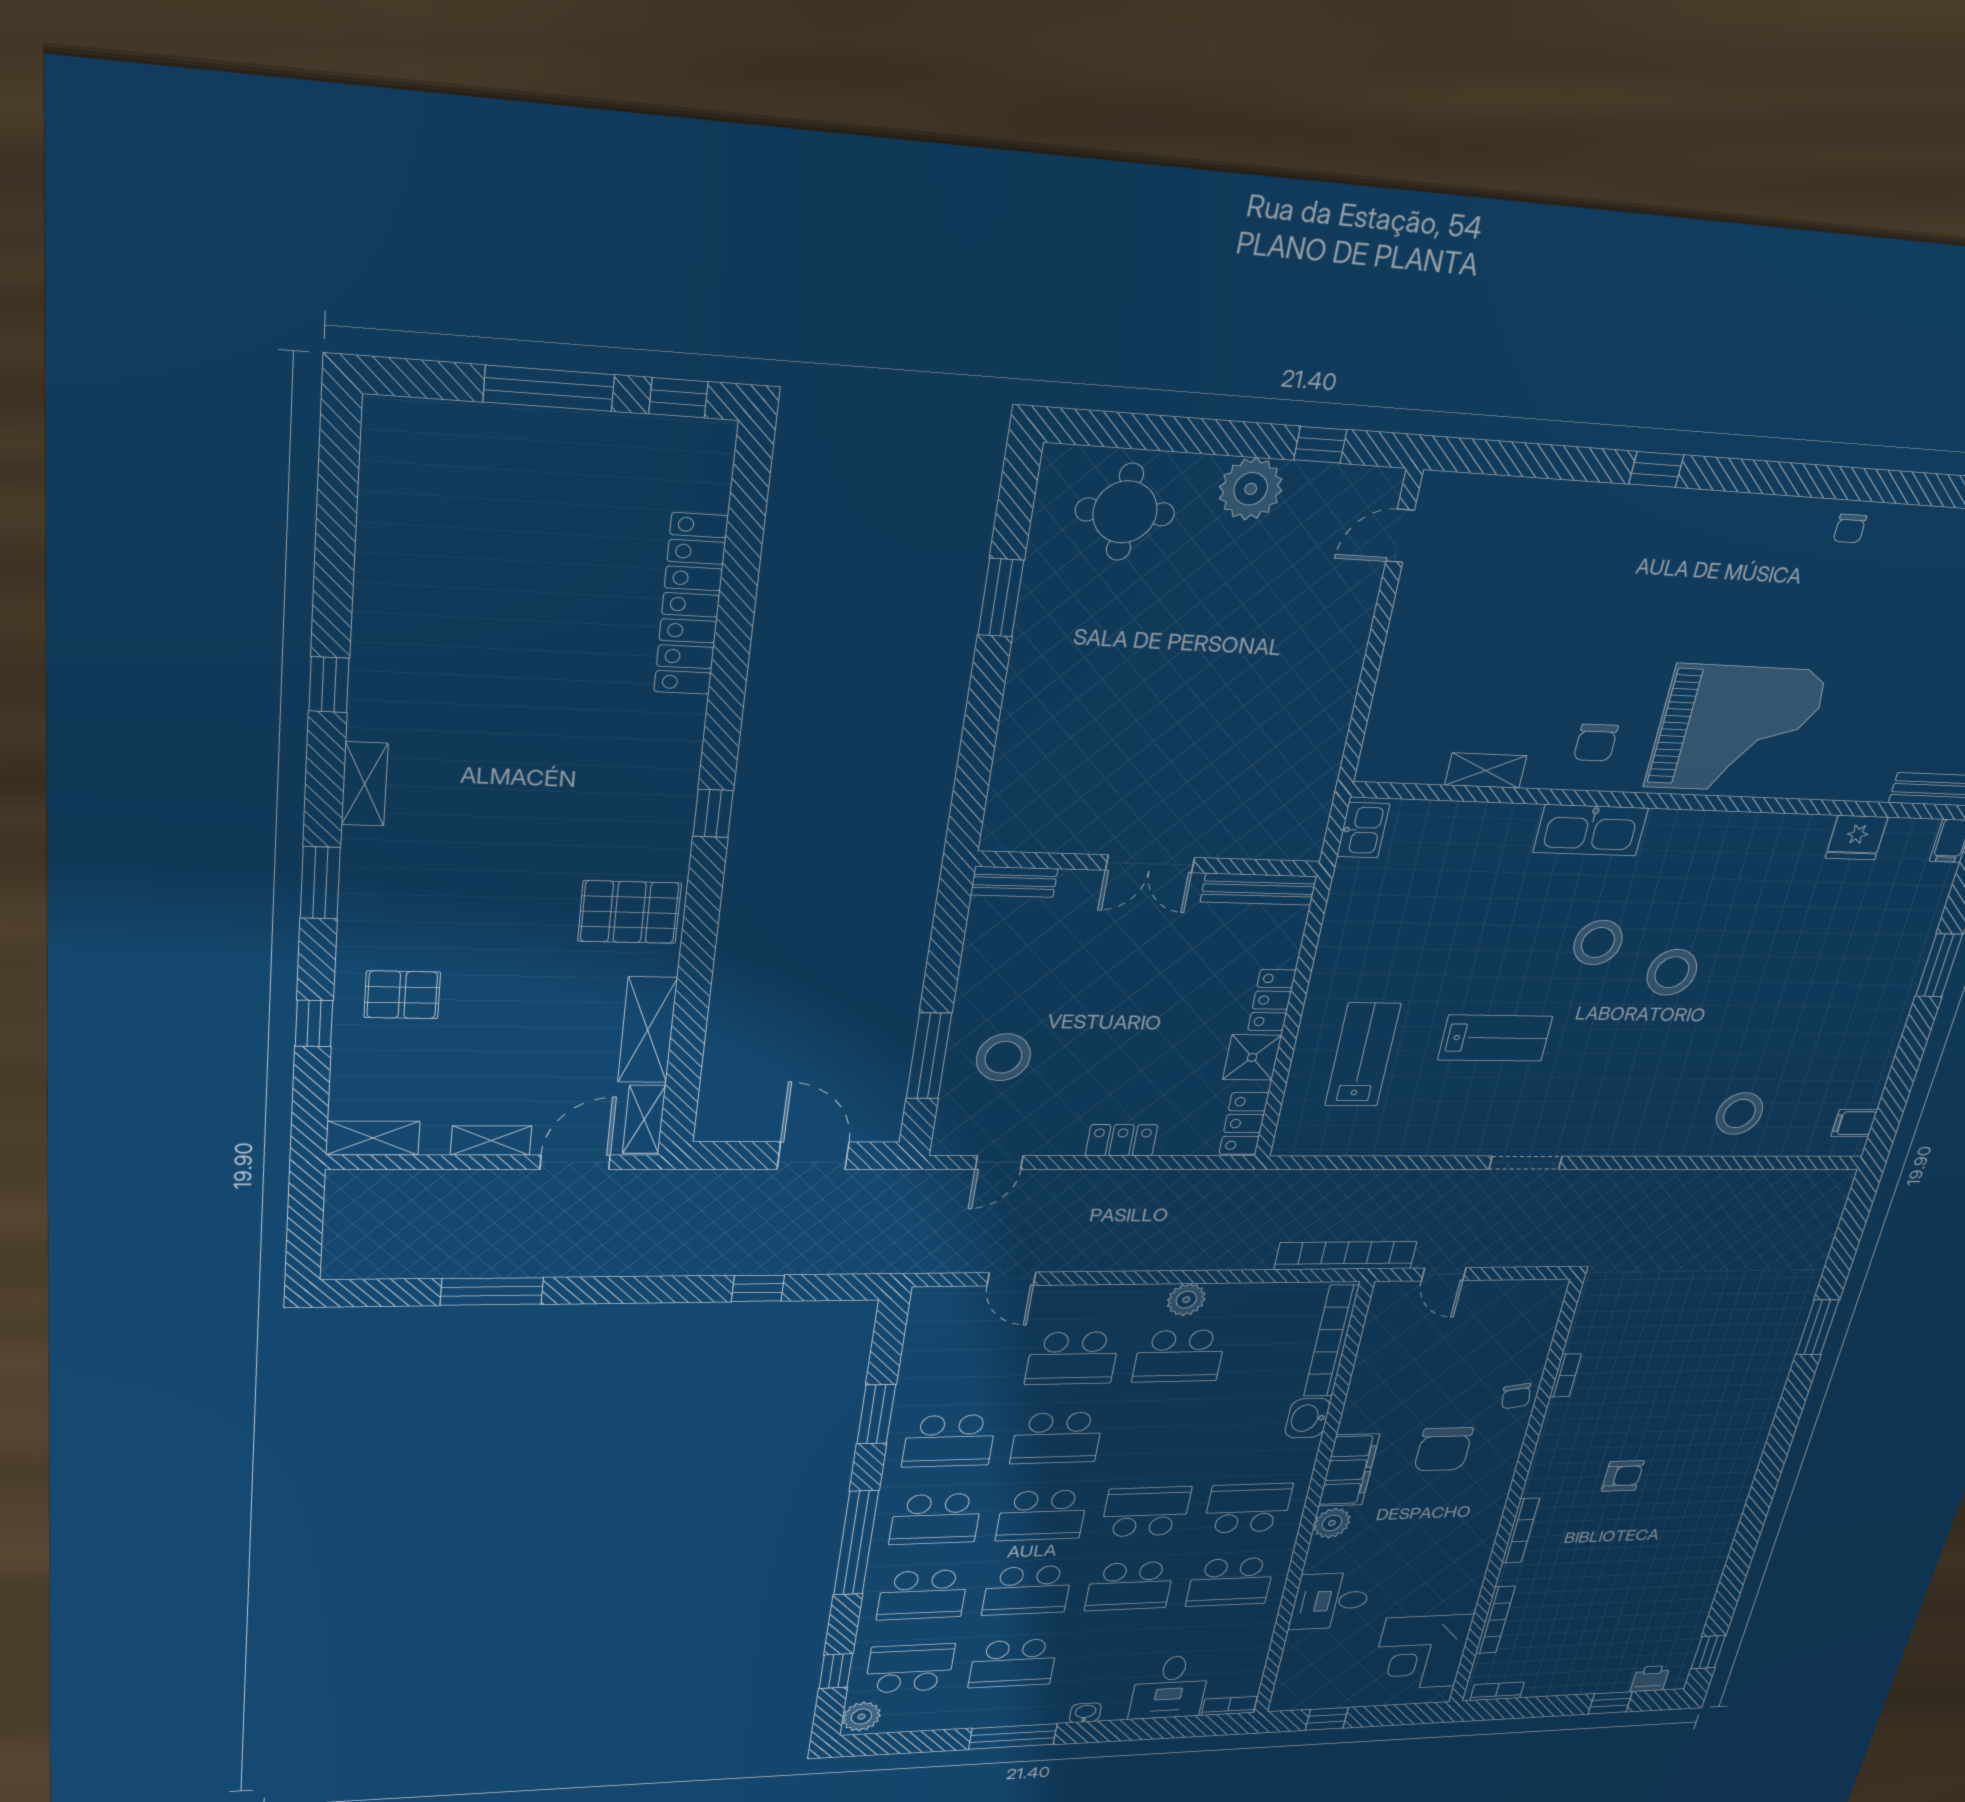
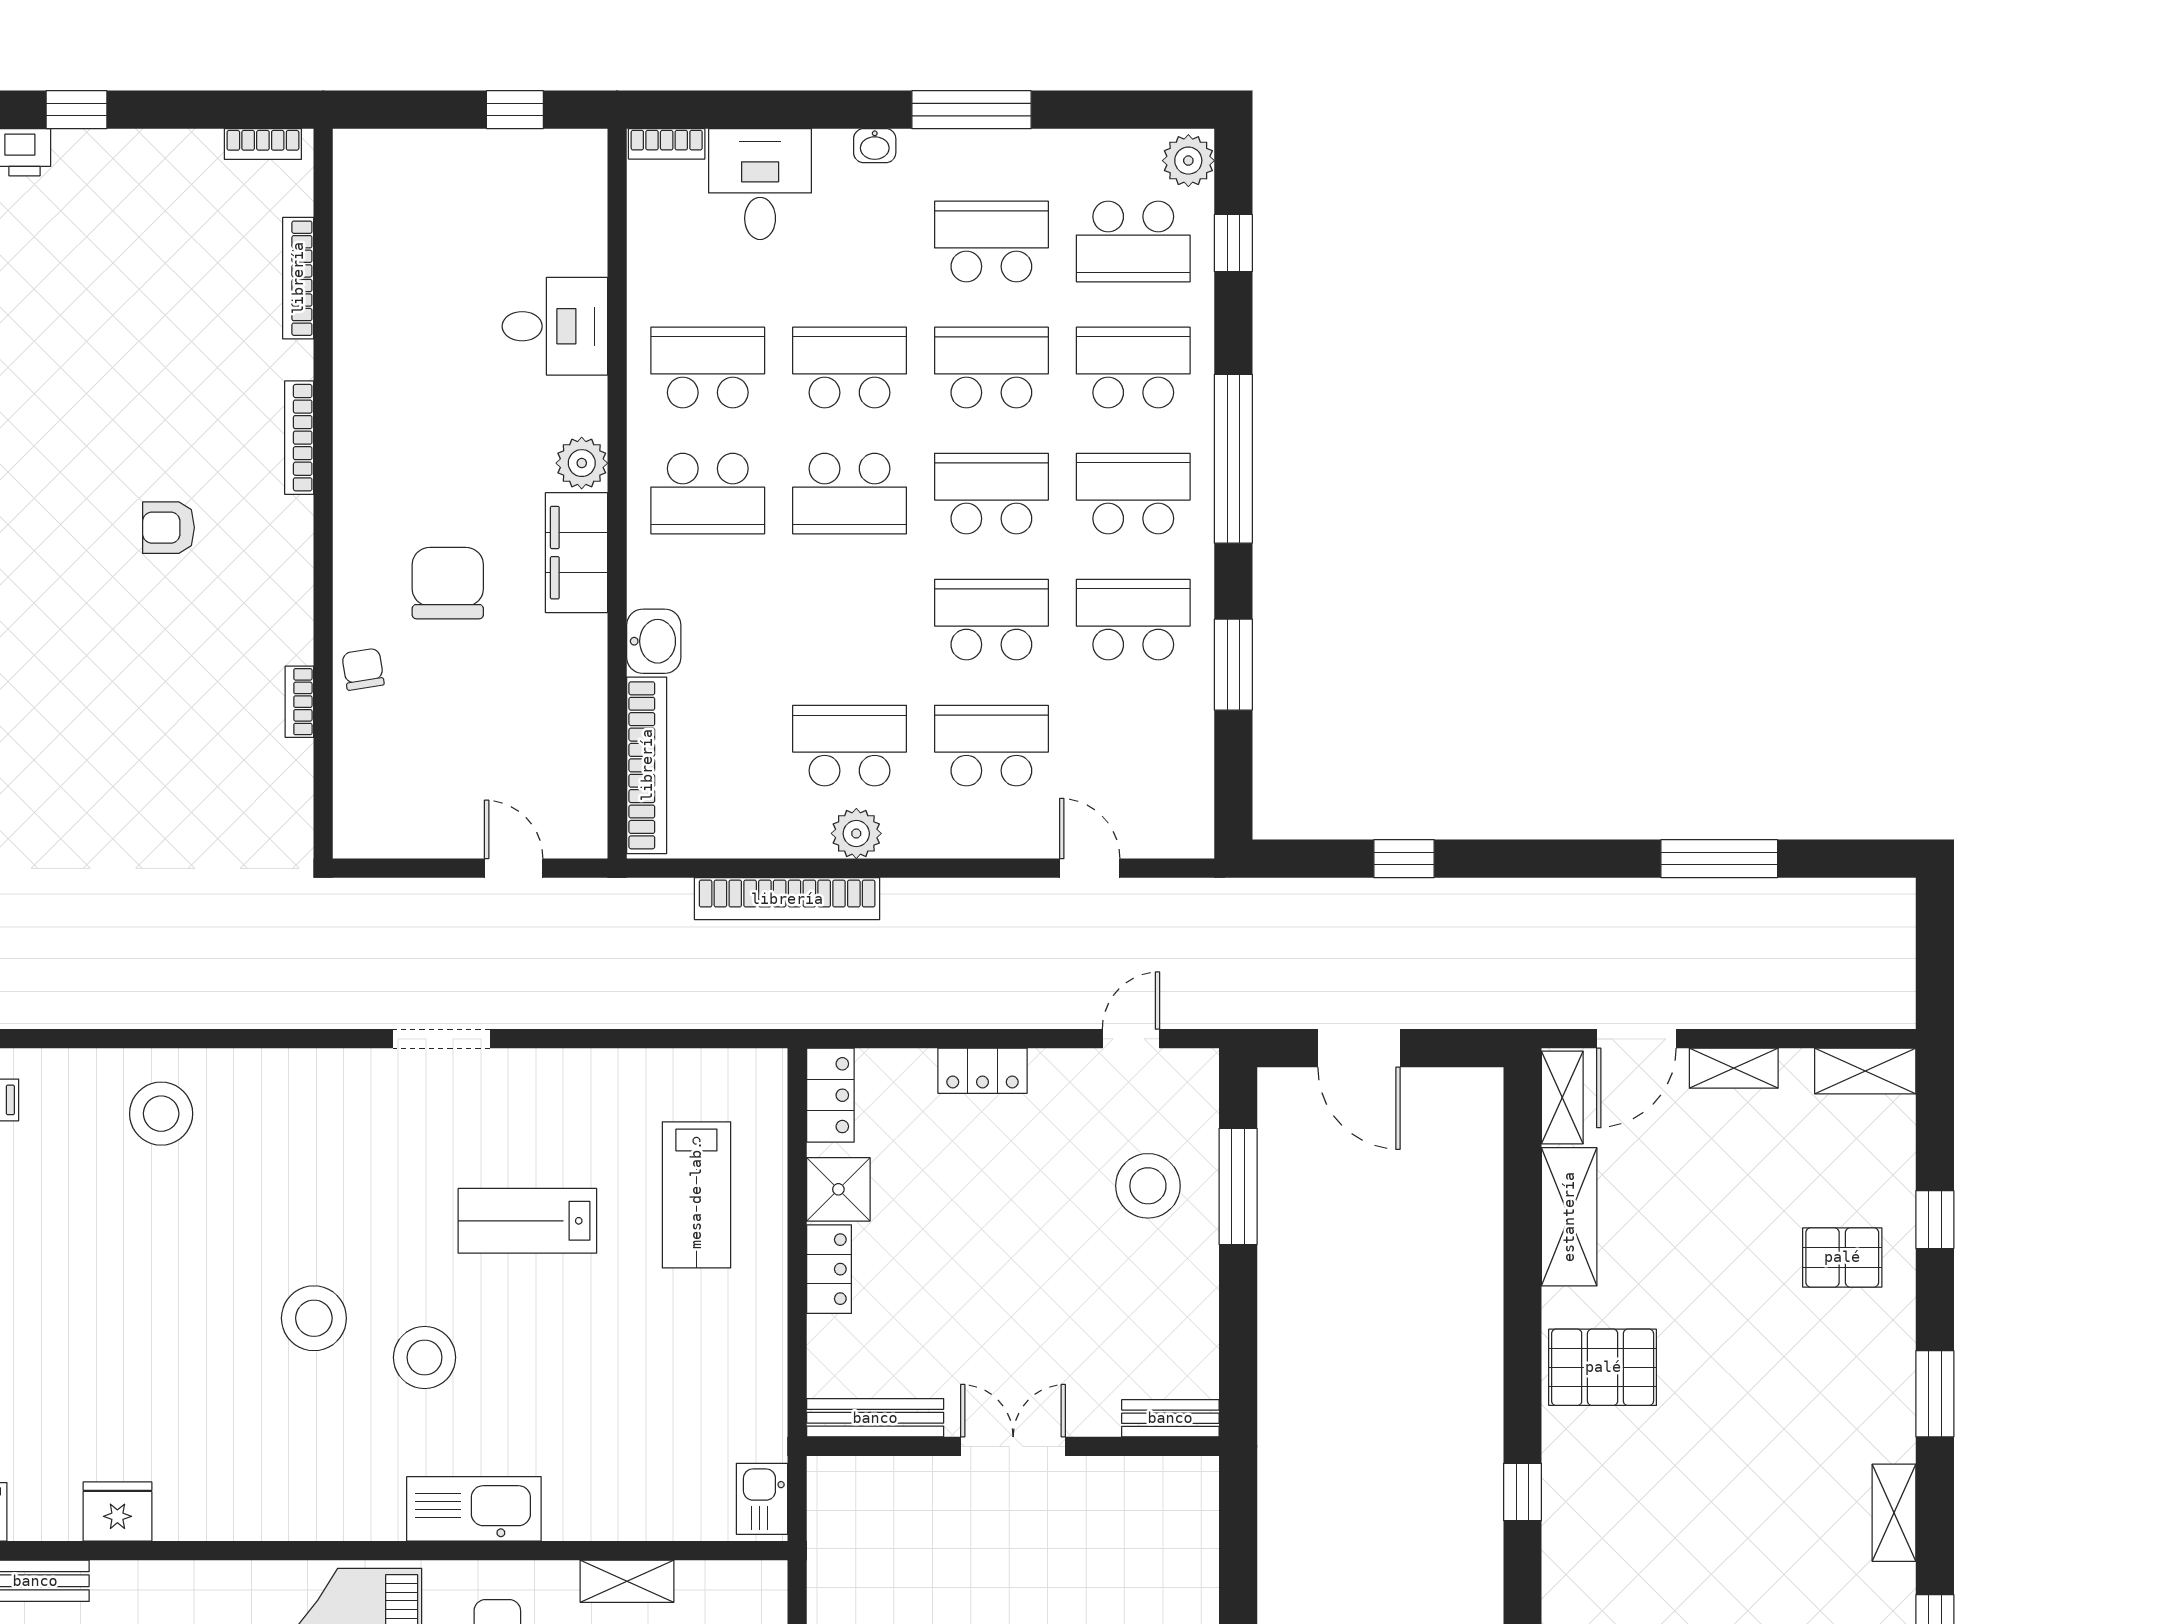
bookcase: (1346, 1256) -> (787, 899), moved
corner desk: (1421, 1652) -> (399, 225), removed

